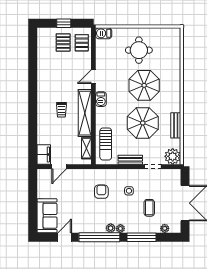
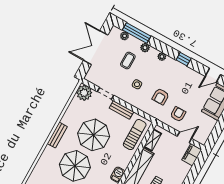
bench: (176, 125) -> (57, 135), moved
armchair: (77, 184) -> (178, 114), added
plant: (111, 228) -> (145, 48), moved
window: (99, 237) -> (184, 59), width x0.32
window: (142, 237) -> (137, 33), moved

